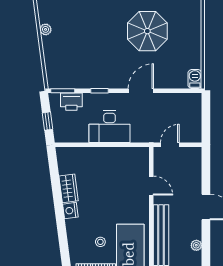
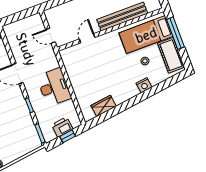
printer: (71, 102) -> (62, 127), moved, turned -97
wardrobe: (68, 188) -> (104, 106), moved
nightstand: (70, 211) -> (144, 85), moved

